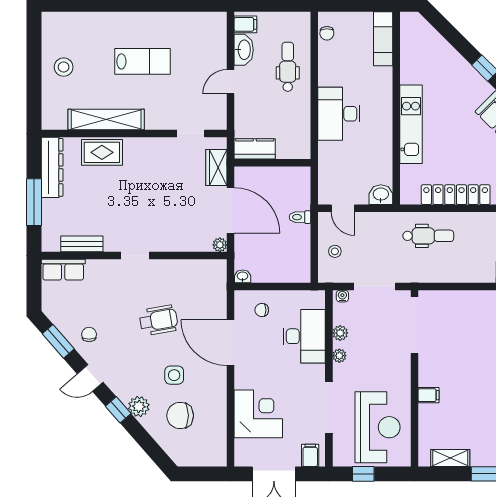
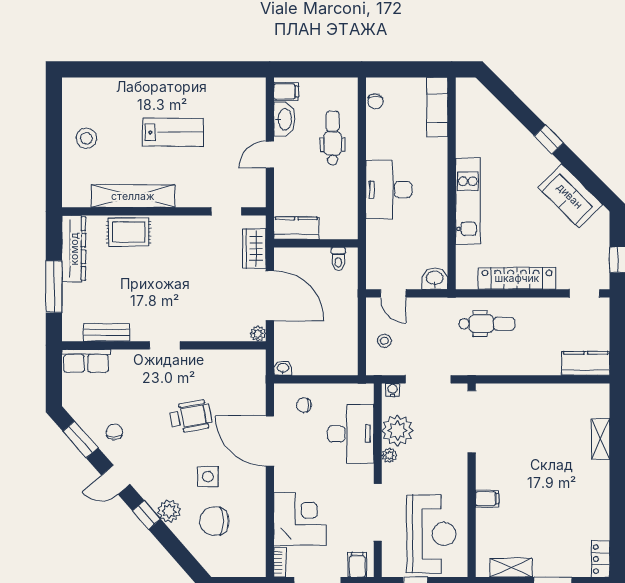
toilet: (300, 217) -> (338, 259), moved, turned -90
plant: (340, 333) -> (397, 430), width x1.88, depth x1.88
bookcase: (240, 453) -> (280, 562), added

